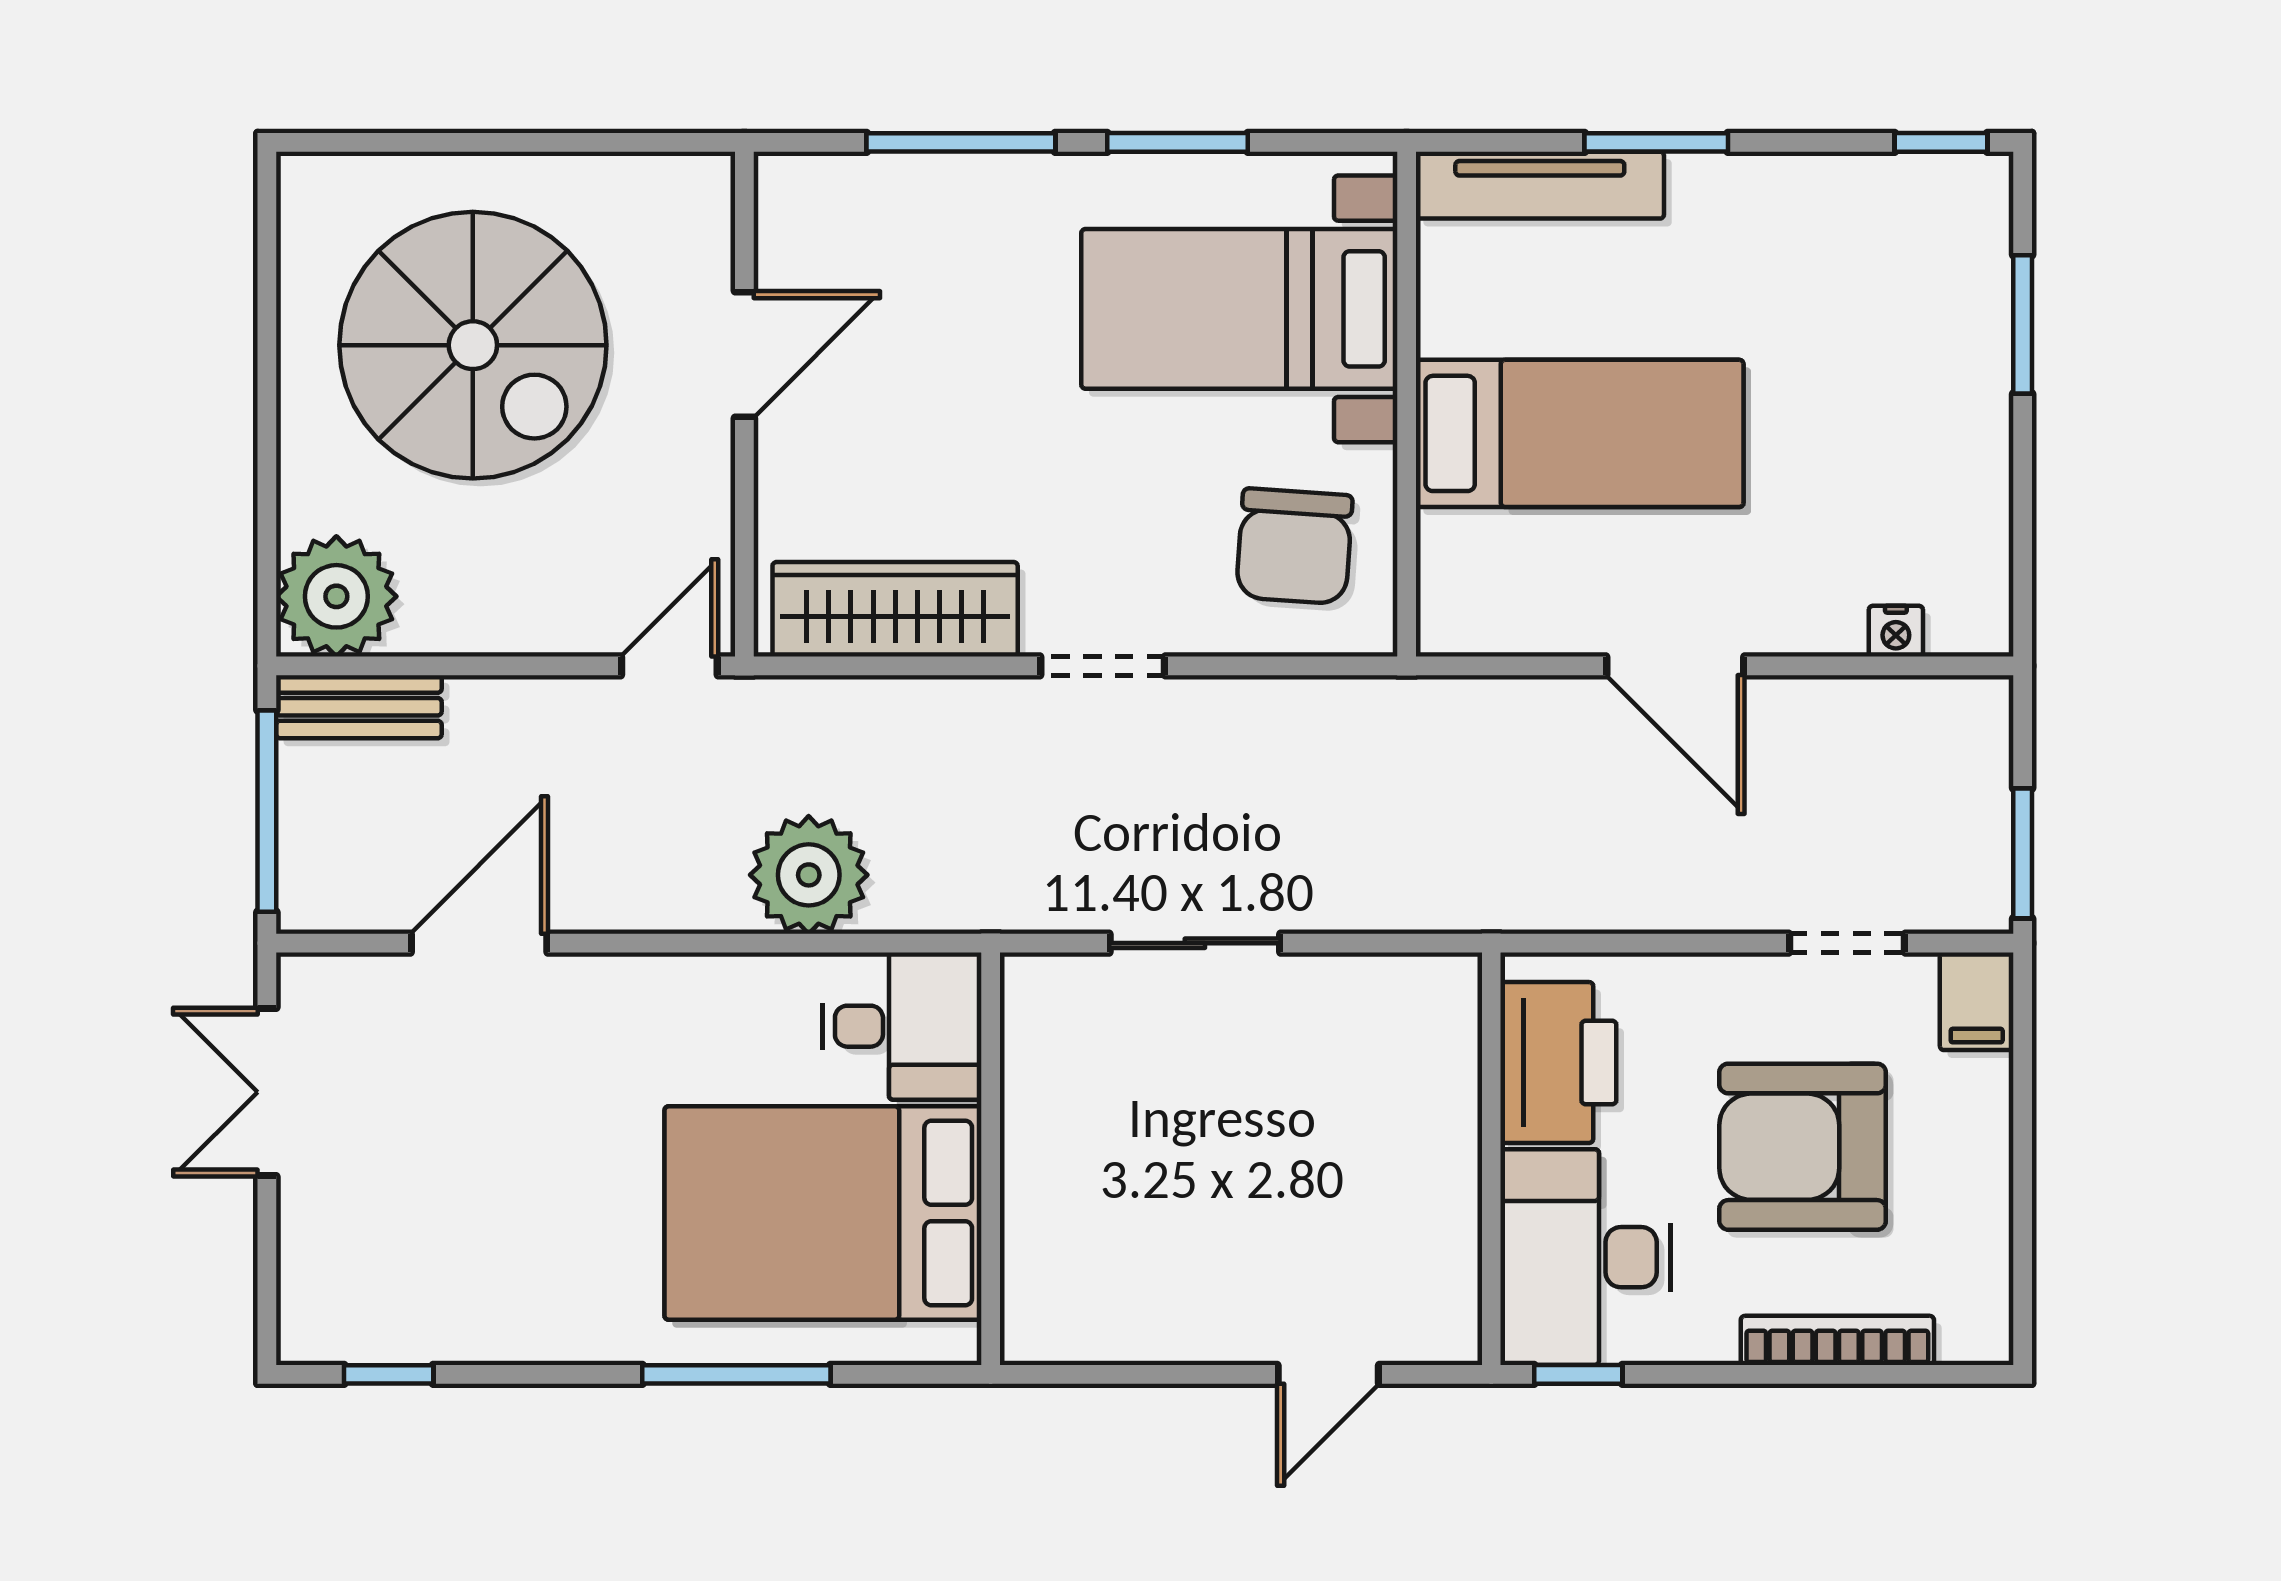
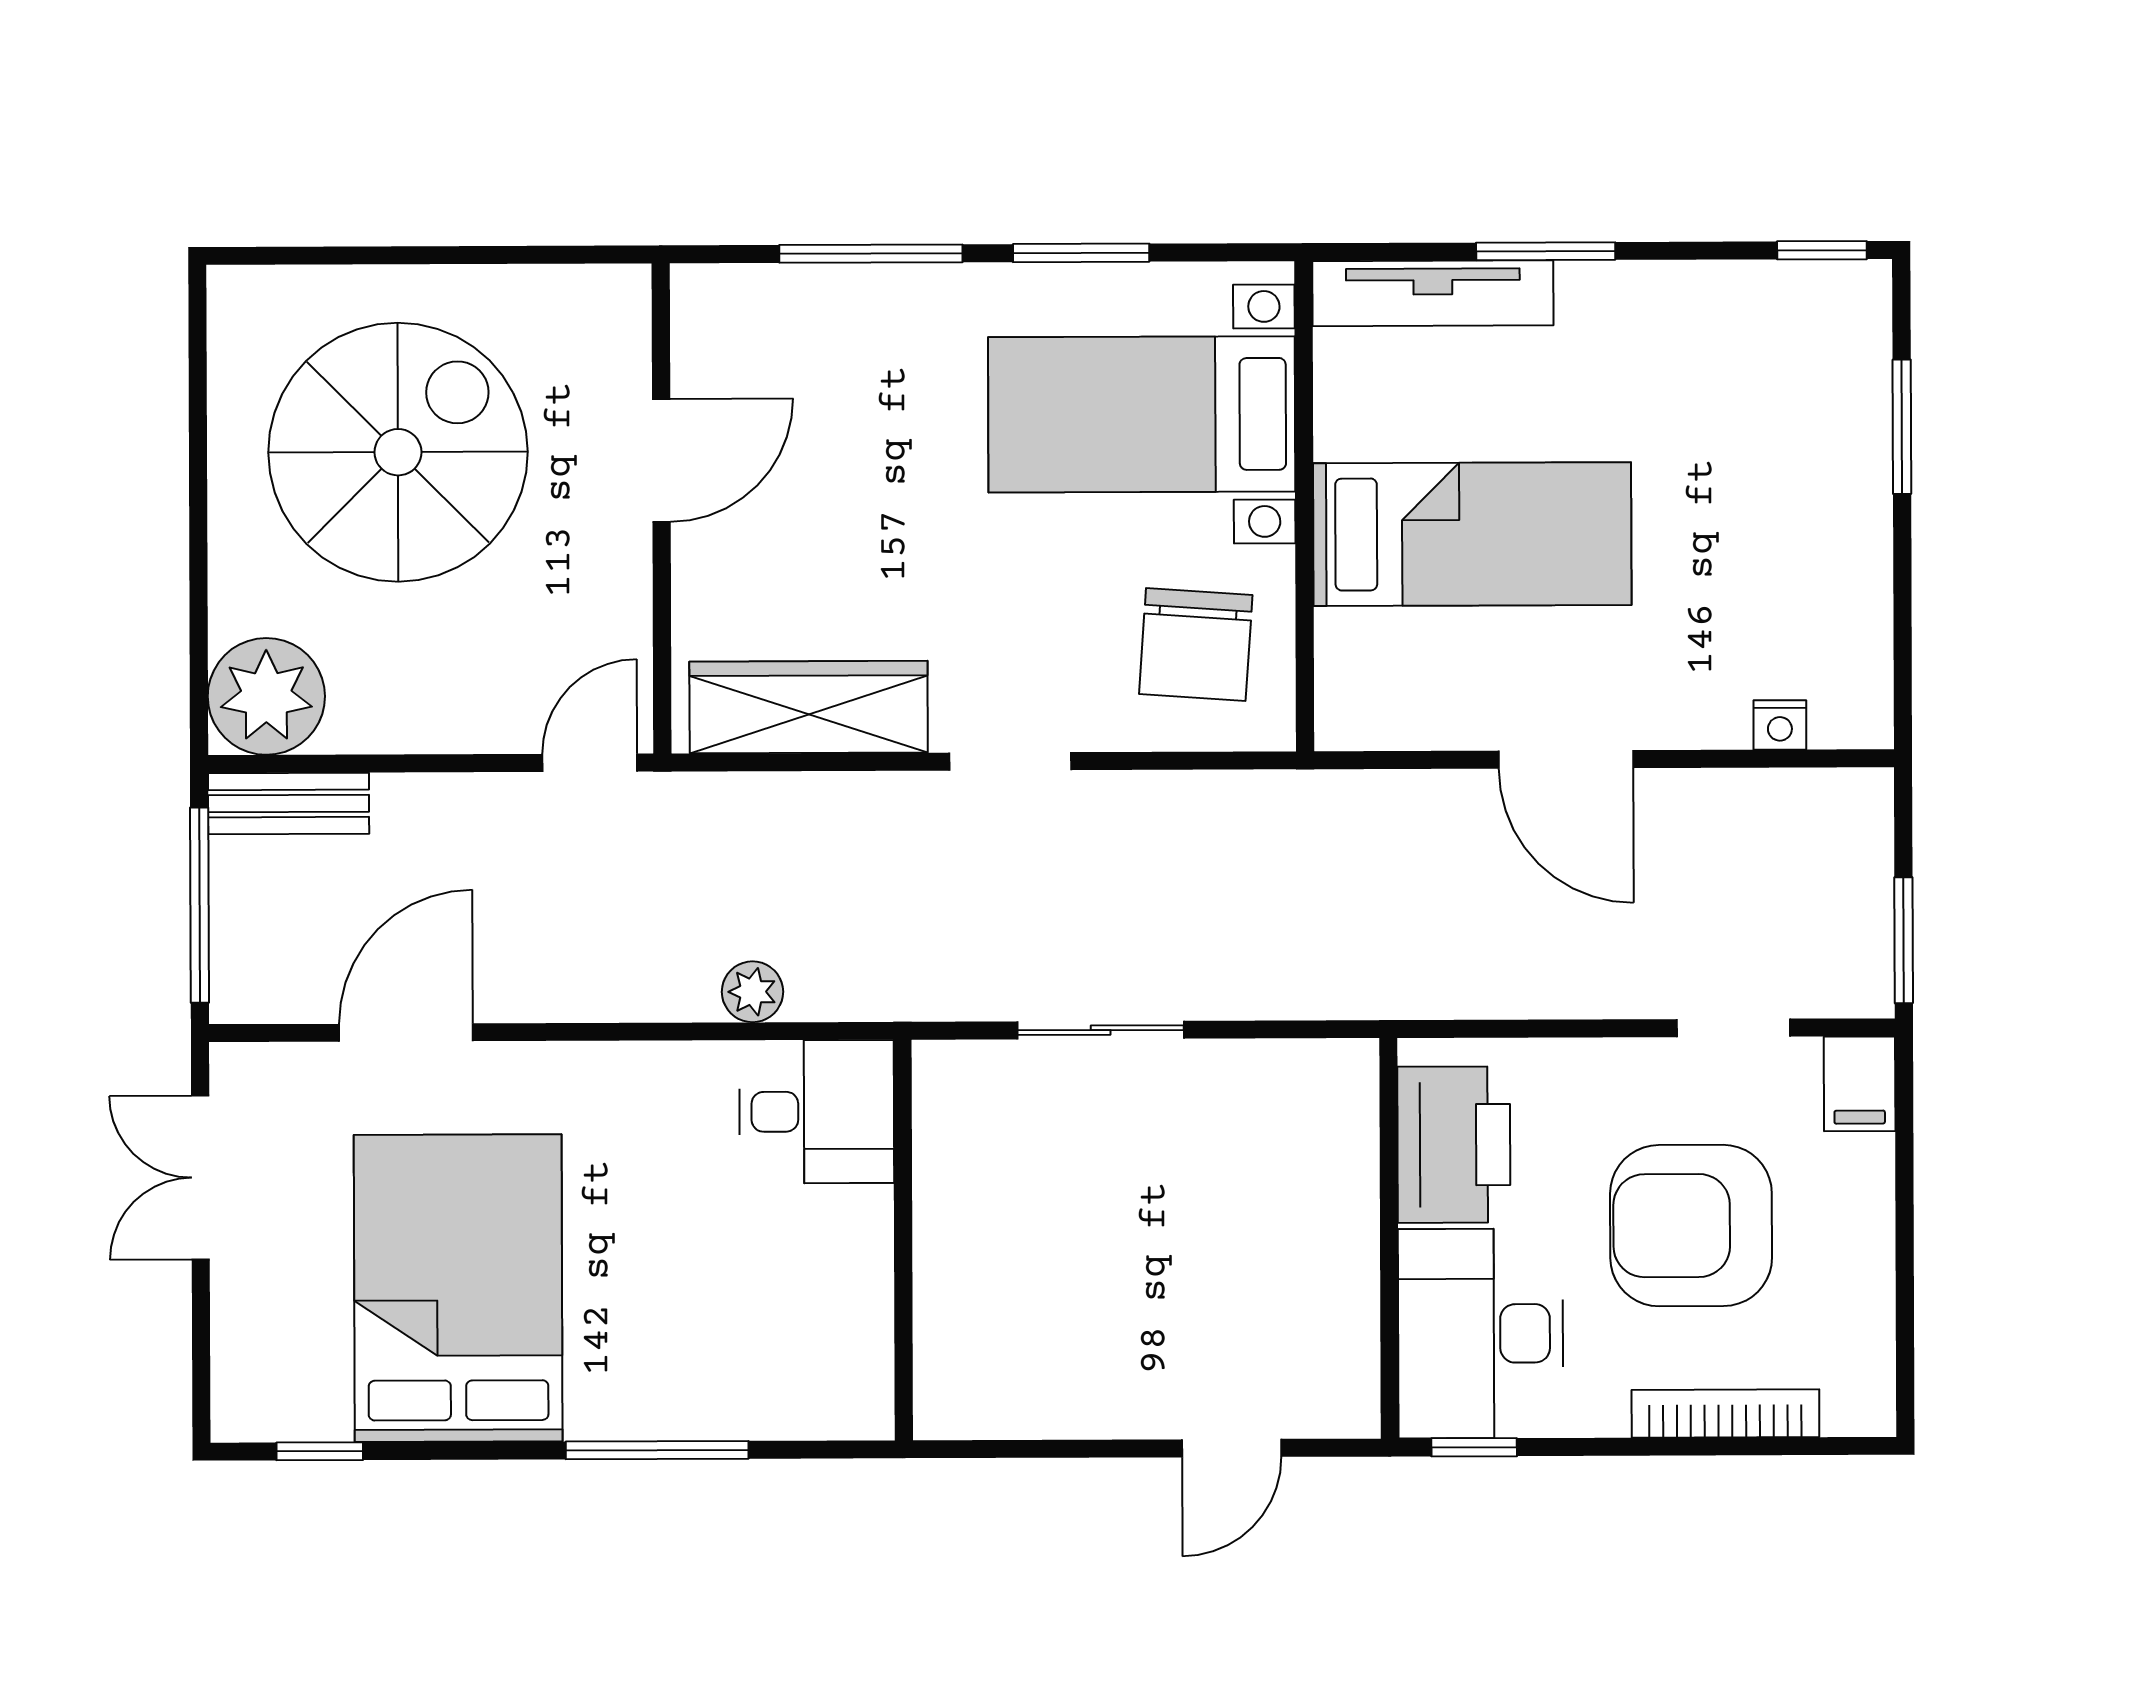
spiral stairs: (473, 345) -> (398, 452), turned -90
plant: (809, 875) -> (752, 992), width x0.53, depth x0.53
bed: (823, 1213) -> (458, 1288), moved, turned 90

